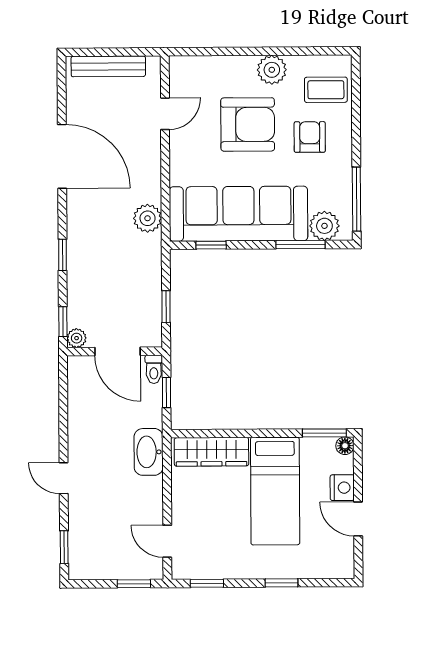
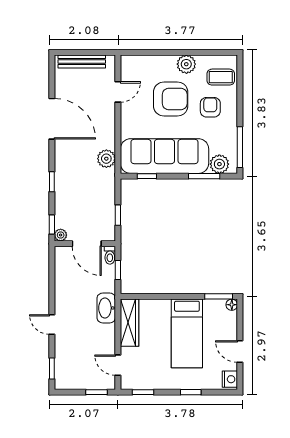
wardrobe: (211, 452) -> (130, 323), moved, turned -90
nightstand: (342, 488) -> (230, 379), moved

